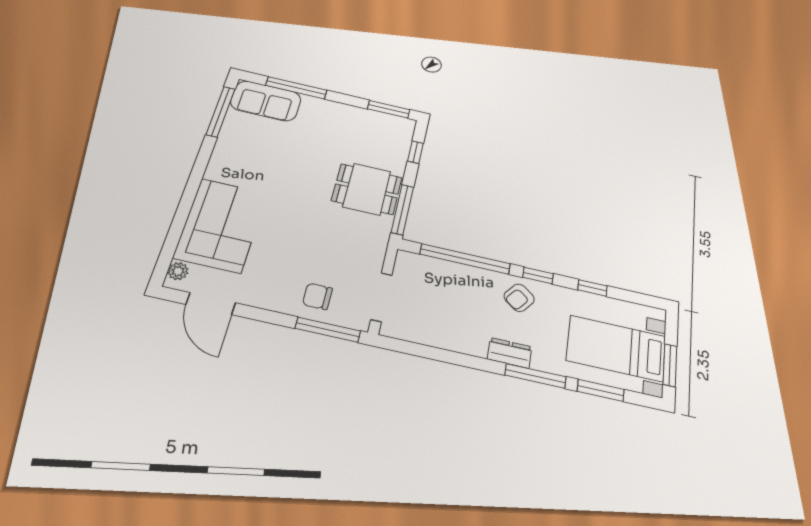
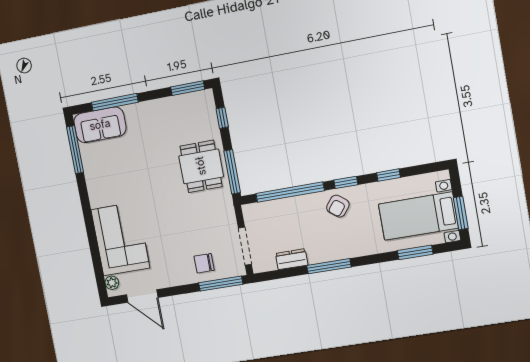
dining table: (367, 189) -> (201, 166), turned 90
dresser: (510, 353) -> (292, 259), moved
window: (535, 376) -> (329, 266), moved

